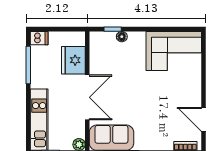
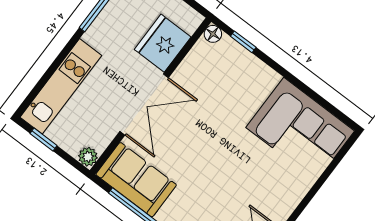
floor lamp: (122, 37) -> (213, 34), moved

